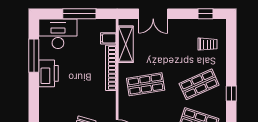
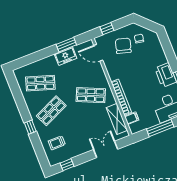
shop shelf: (146, 84) -> (91, 95), turned 33
window: (231, 93) -> (30, 127), moved

